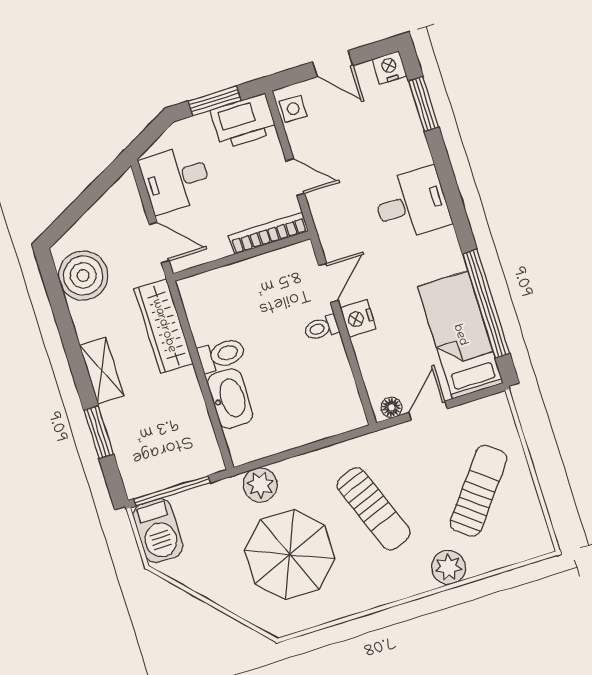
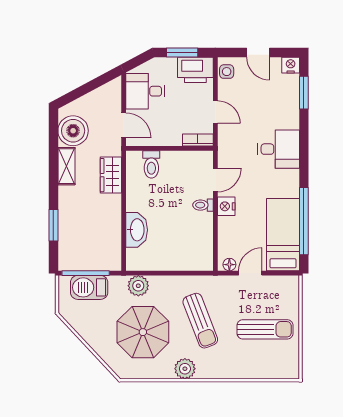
bookcase: (268, 233) -> (198, 140), width x0.64
wardrobe: (164, 326) -> (111, 175), width x0.67
toilet: (222, 355) -> (151, 164), moved, turned 90
shelving: (102, 370) -> (66, 166), moved
sun lounger: (478, 491) -> (265, 329), turned 52
barbecue: (158, 531) -> (89, 287), moved, turned 90
plant: (448, 567) -> (185, 369), moved

